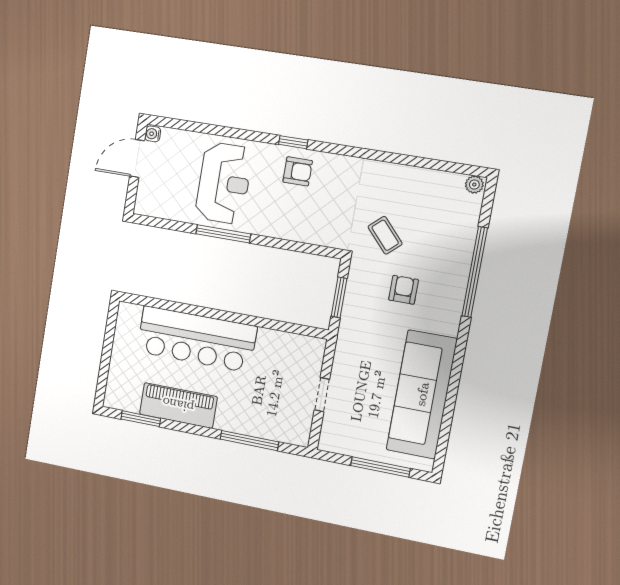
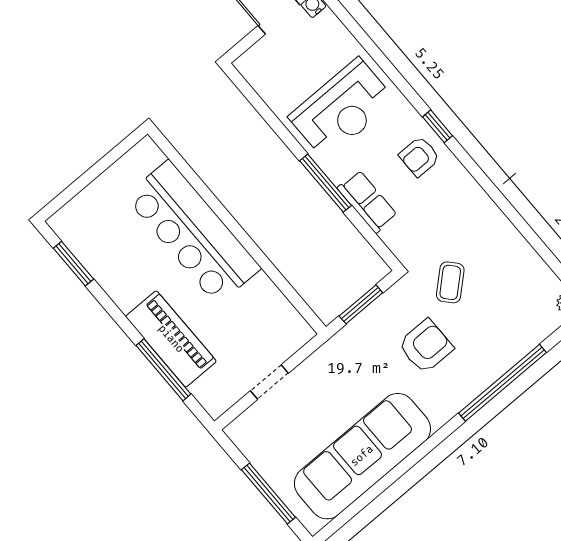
armchair: (298, 171) -> (419, 156), turned 90
row of seats: (289, 228) -> (367, 202), added
window: (223, 234) -> (326, 183), moved
armchair: (404, 290) -> (426, 346), width x1.38, depth x1.38
piano: (178, 405) -> (171, 339), moved

